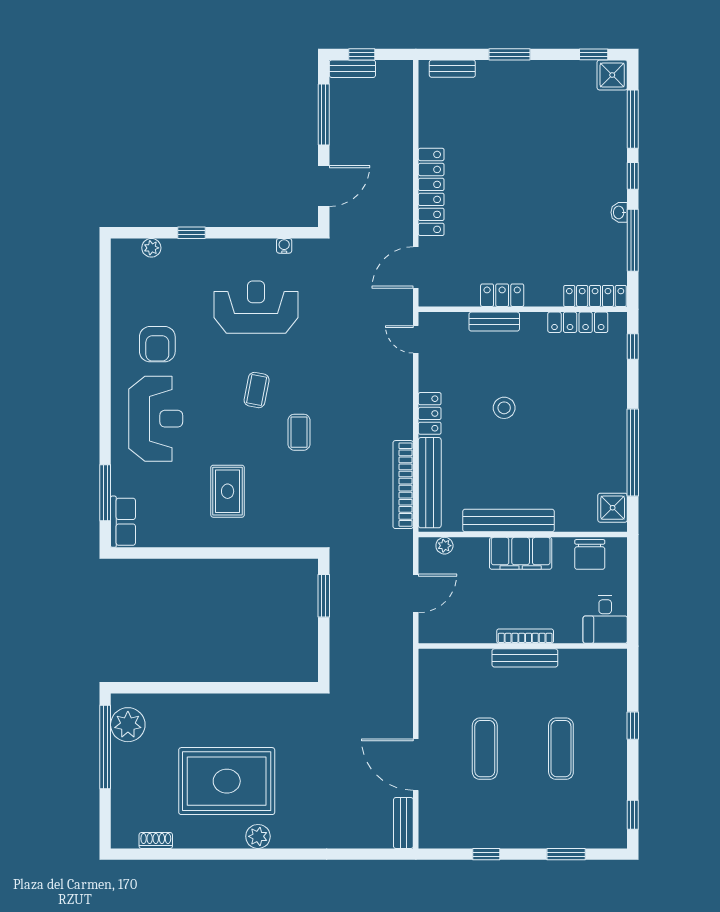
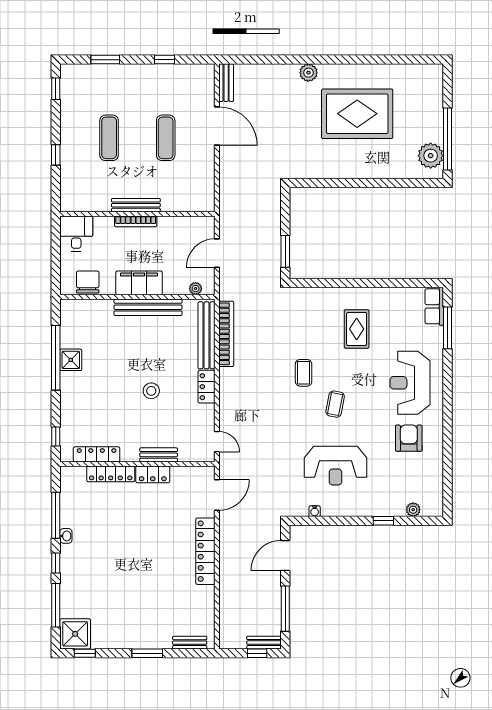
shower: (612, 75) -> (75, 634), width x1.36, depth x1.36
locker: (595, 296) -> (111, 474), moved
shower: (613, 508) -> (71, 360), moved
plant: (258, 836) -> (308, 73), moved
shoe rack: (156, 841) -> (410, 70), removed

